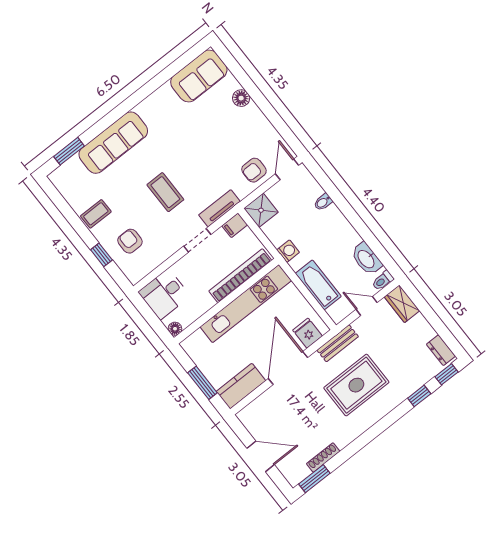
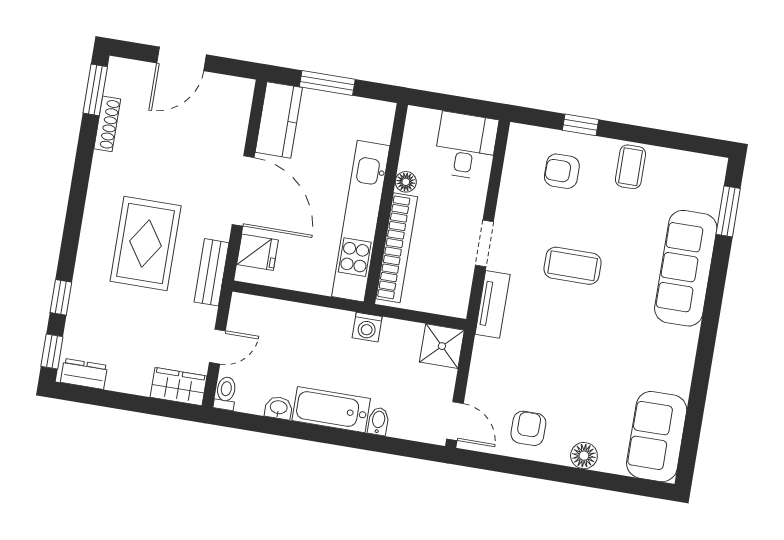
armchair: (254, 170) -> (528, 428), moved
filing cabinet: (235, 225) -> (457, 301), removed
armchair: (130, 241) -> (562, 171), turned 180
washbasin: (366, 259) -> (279, 408), width x0.52, depth x0.69
bathtub: (318, 285) -> (331, 410), moved, turned 180
floor lamp: (175, 329) -> (406, 182), moved

